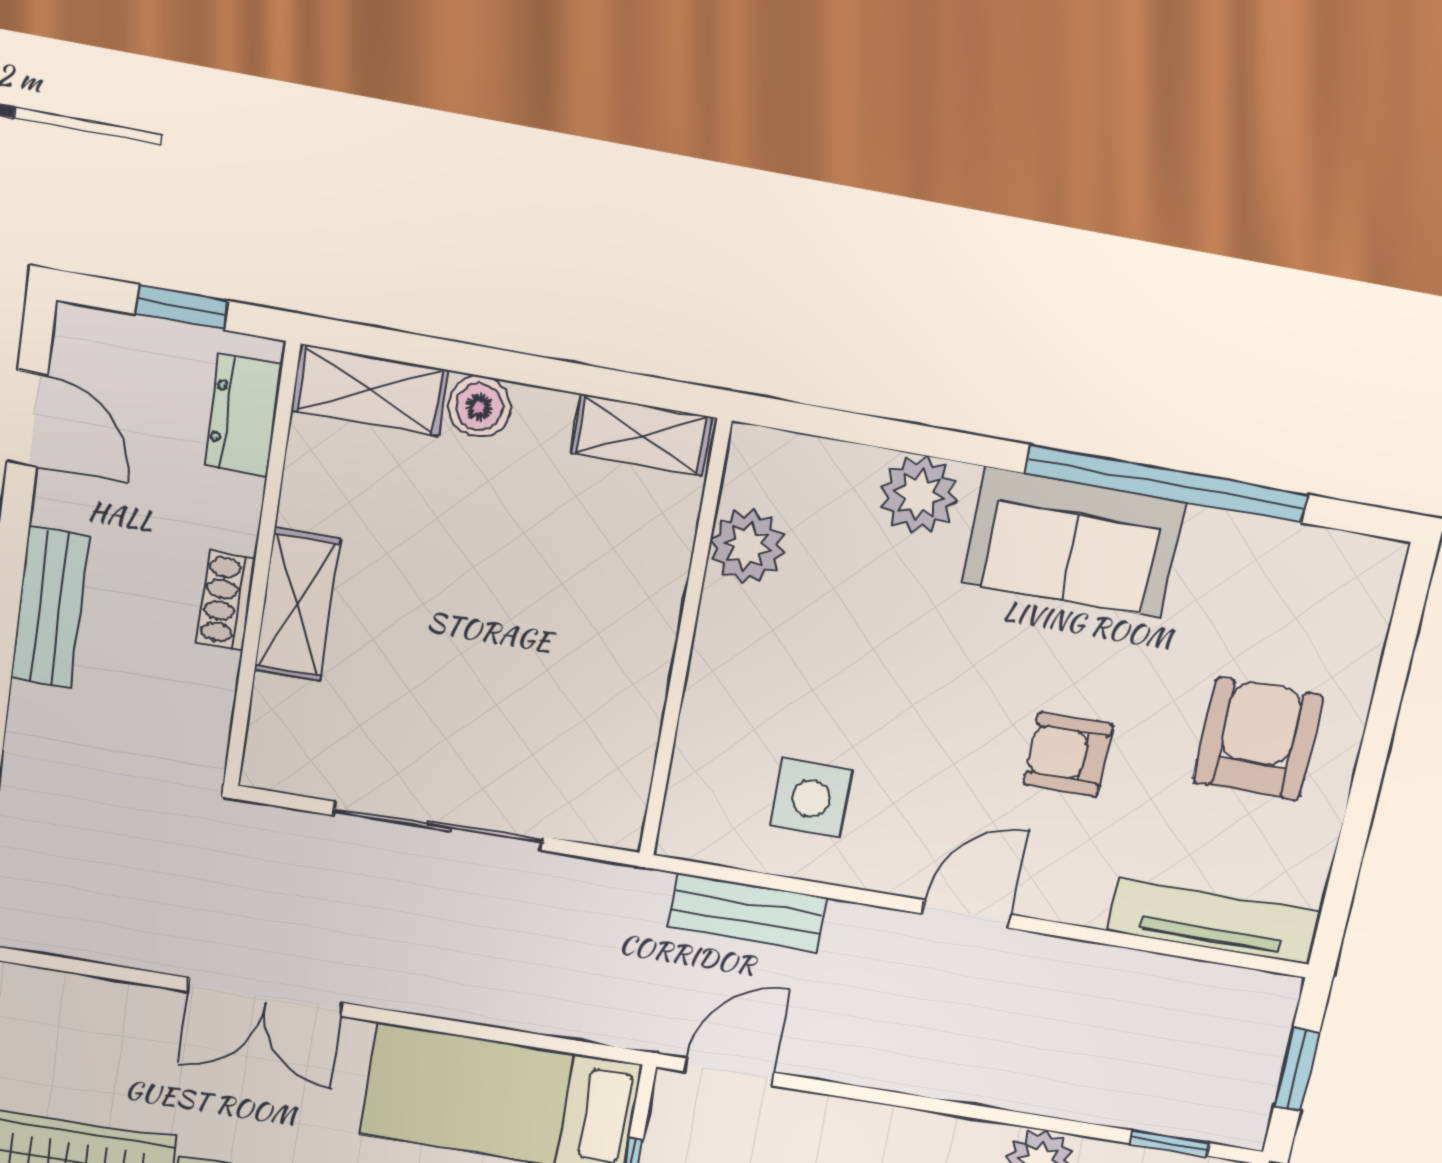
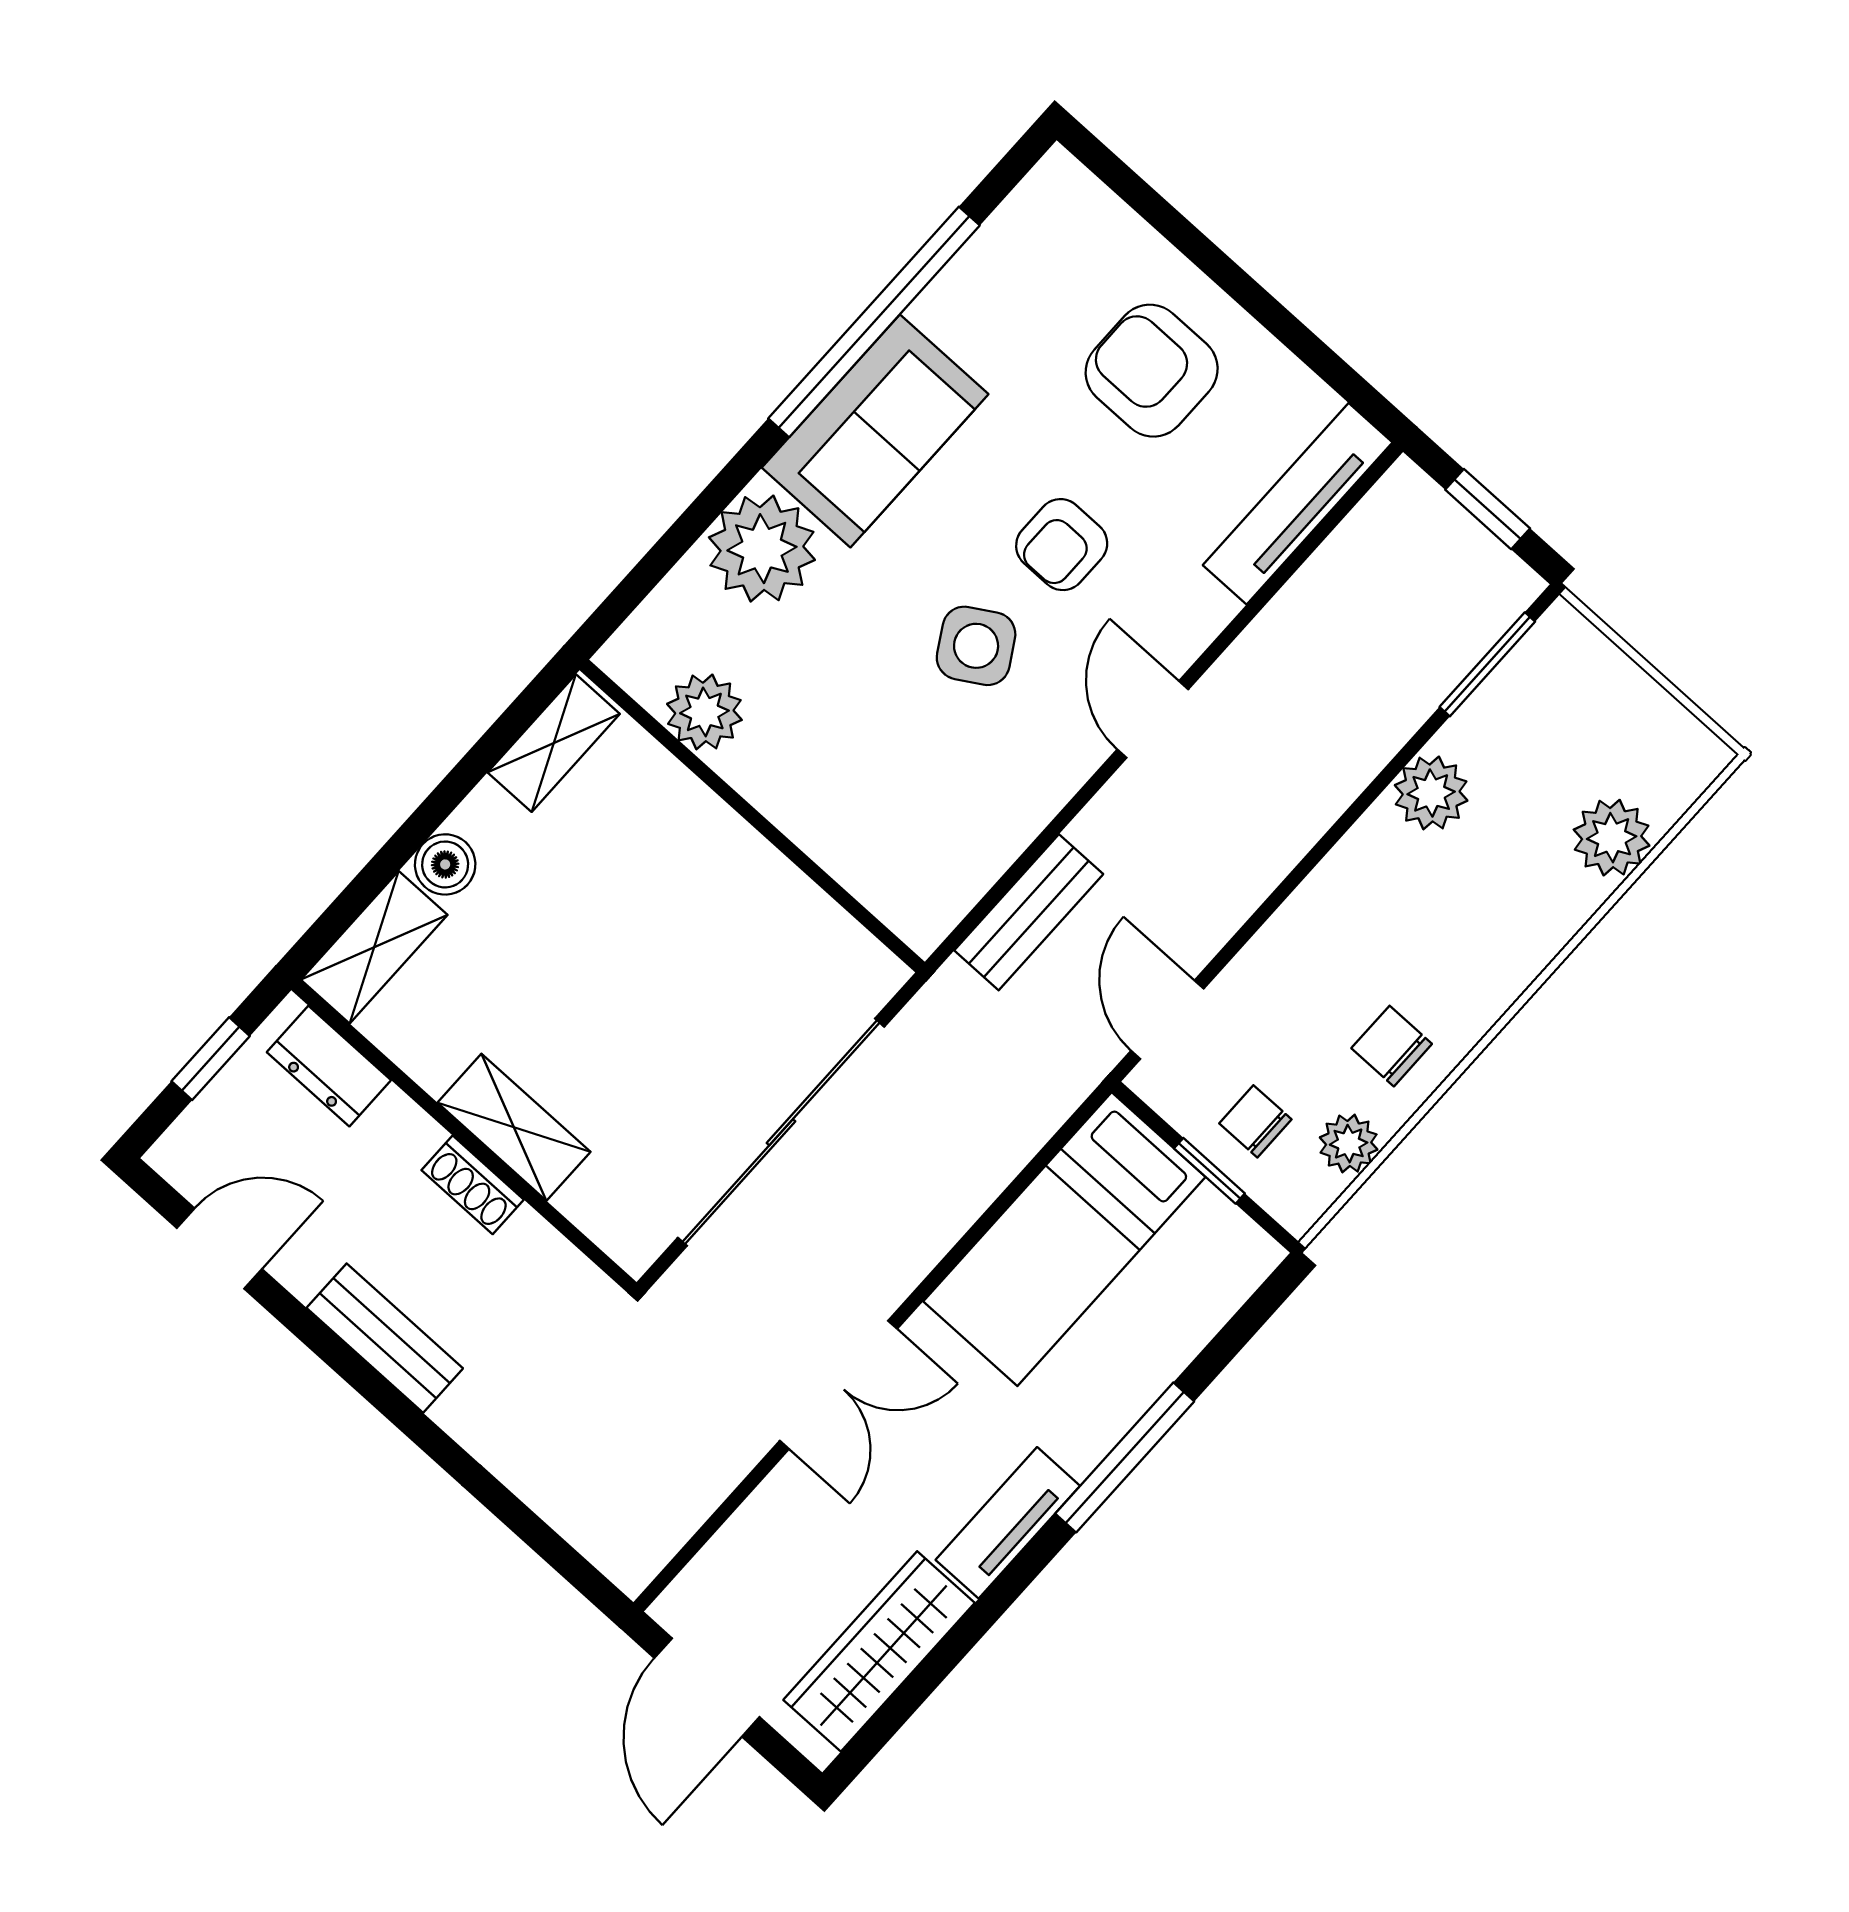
plant: (919, 495) -> (762, 549), width x1.36, depth x1.36
side table: (811, 798) -> (976, 646), moved, turned -31
sliding door: (439, 826) -> (781, 1132), width x1.36
window: (1170, 1143) -> (1487, 664), width x1.50

